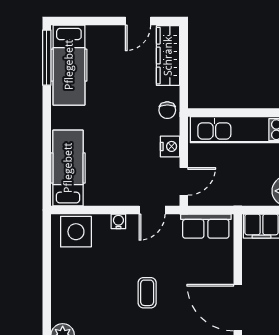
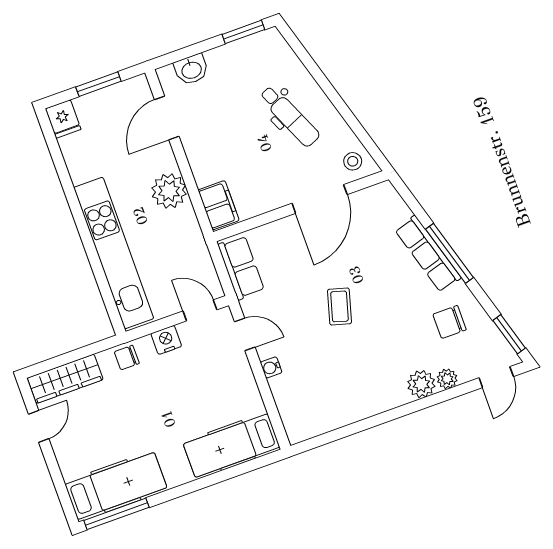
door: (138, 21) -> (39, 426), hinge flipped
chair: (167, 110) -> (127, 358), turned 180
side table: (76, 232) -> (300, 411), removed
coffee table: (147, 293) -> (340, 306), turned -74

